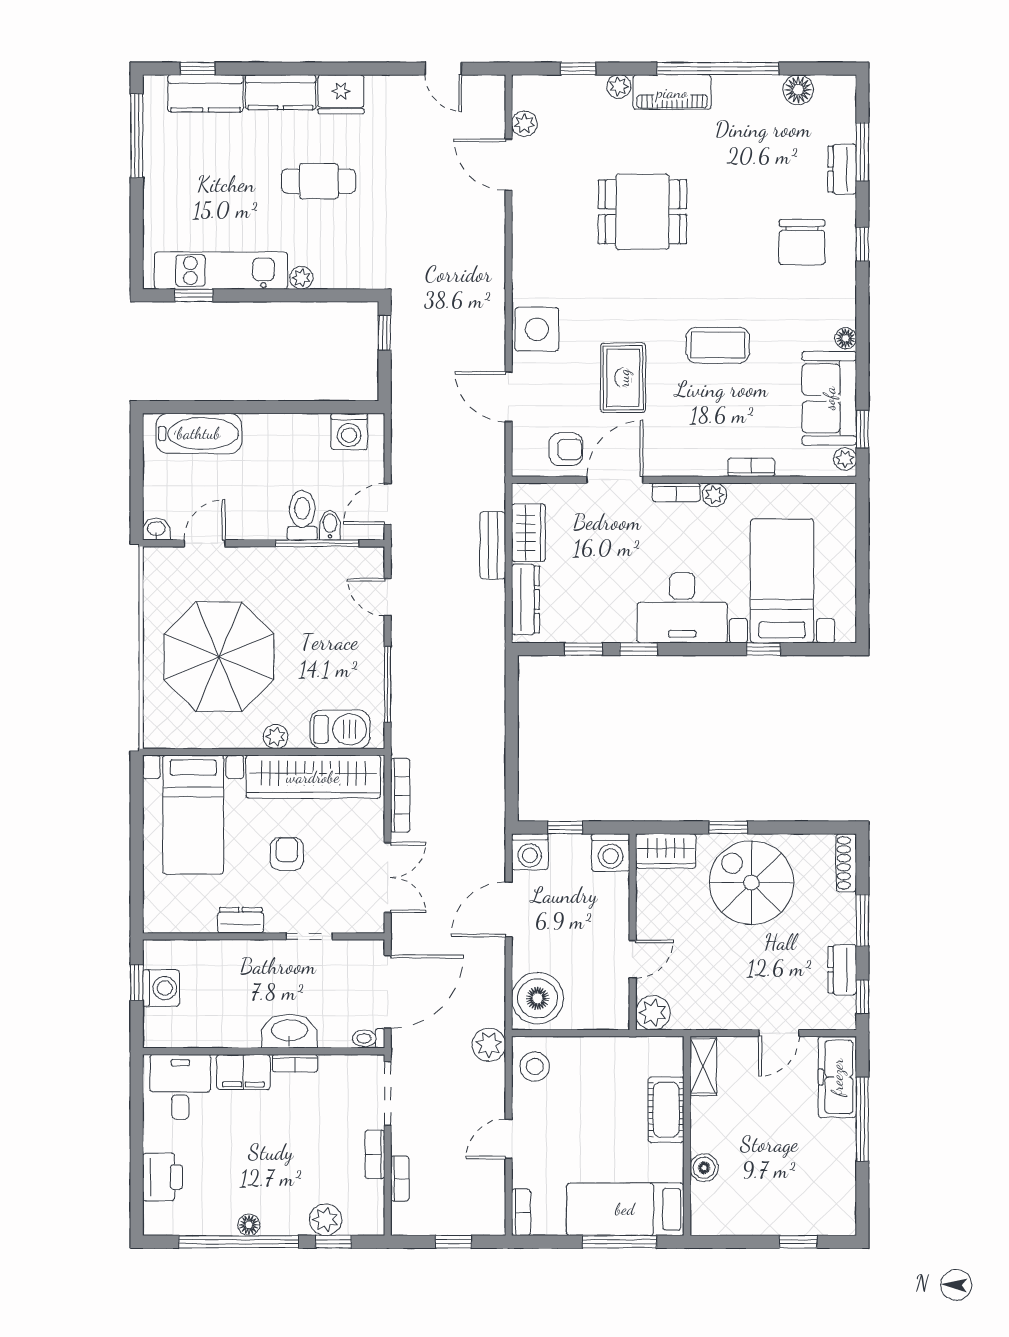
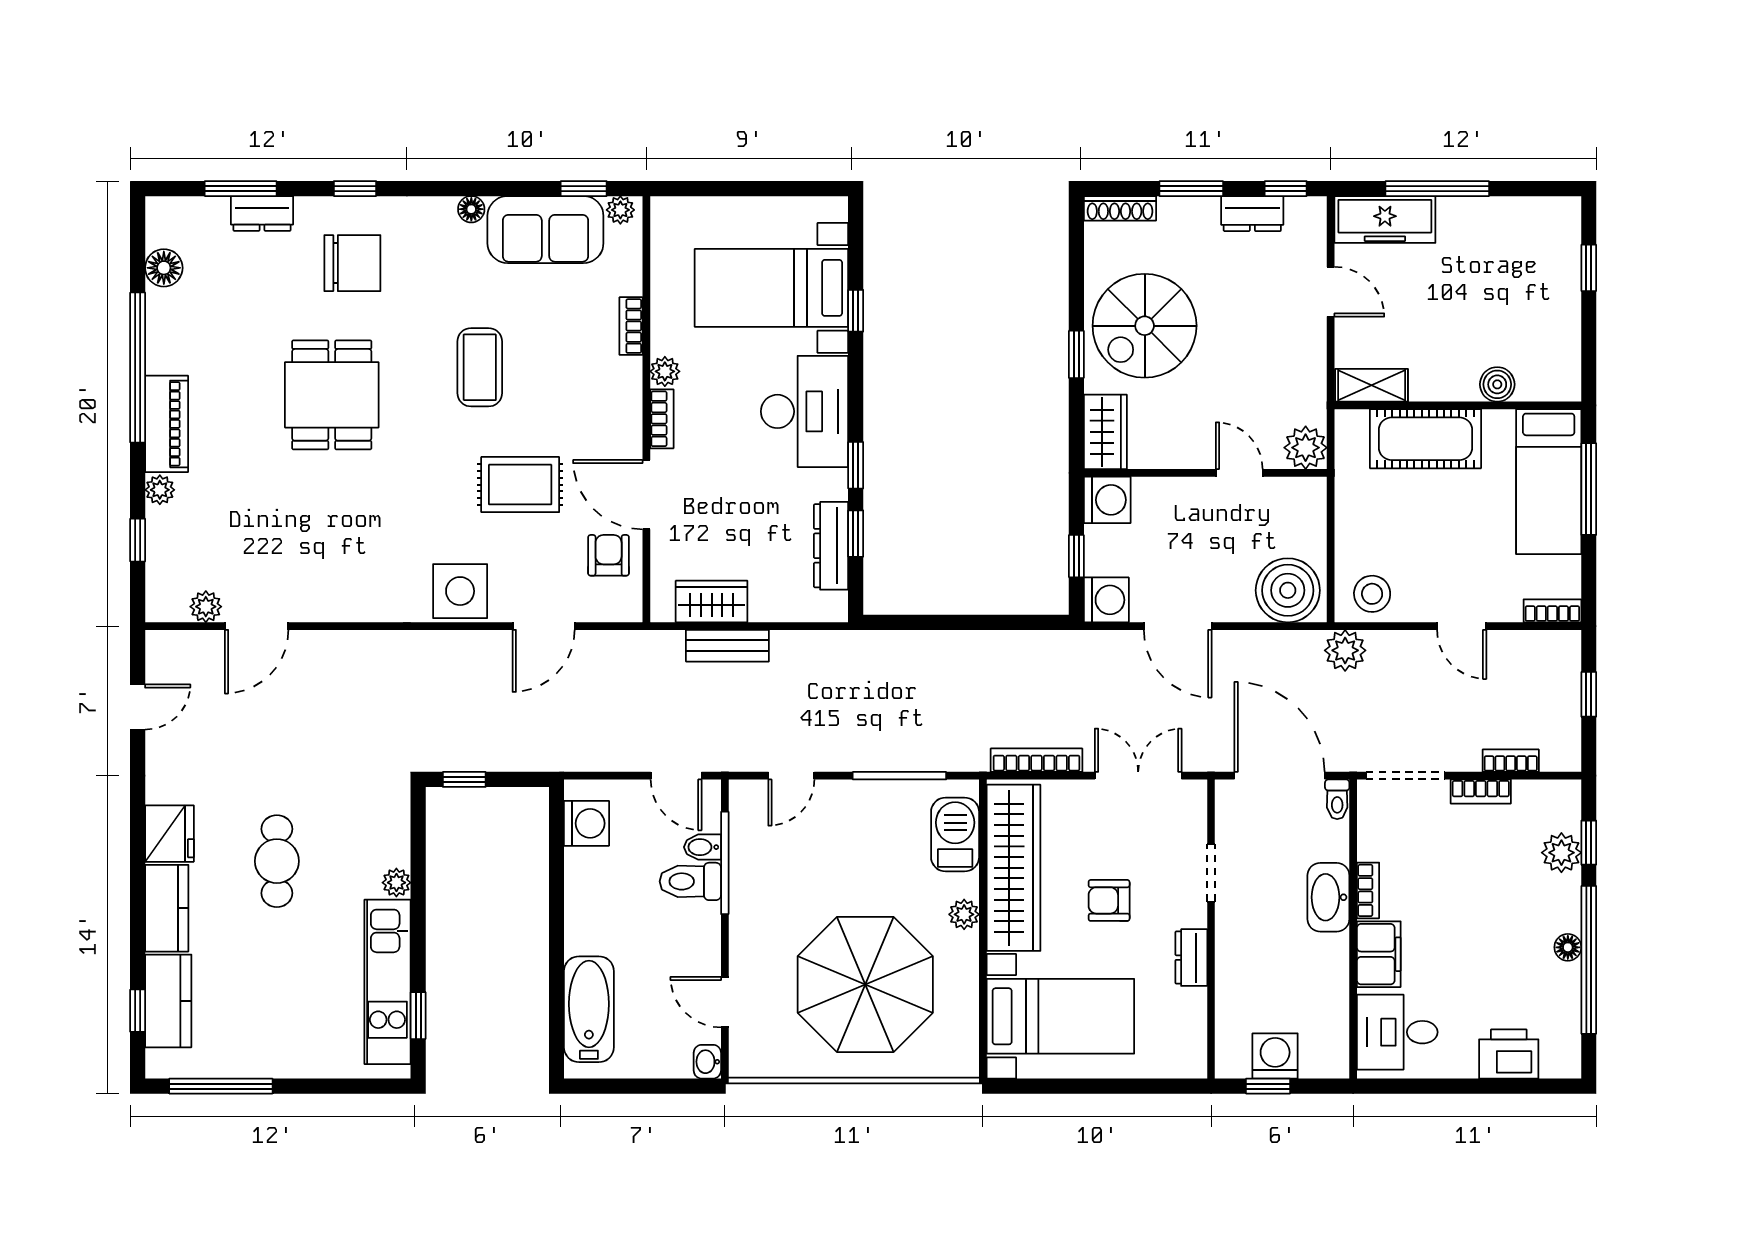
dining table: (642, 212) -> (332, 395), moved
dresser: (525, 599) -> (831, 546), moved, turned -90
cot: (666, 1110) -> (1425, 439), width x1.37, depth x1.34

